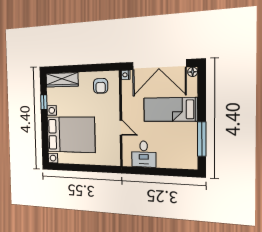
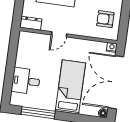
desk: (144, 154) -> (26, 81), moved
dresser: (115, 156) -> (31, 23), added

